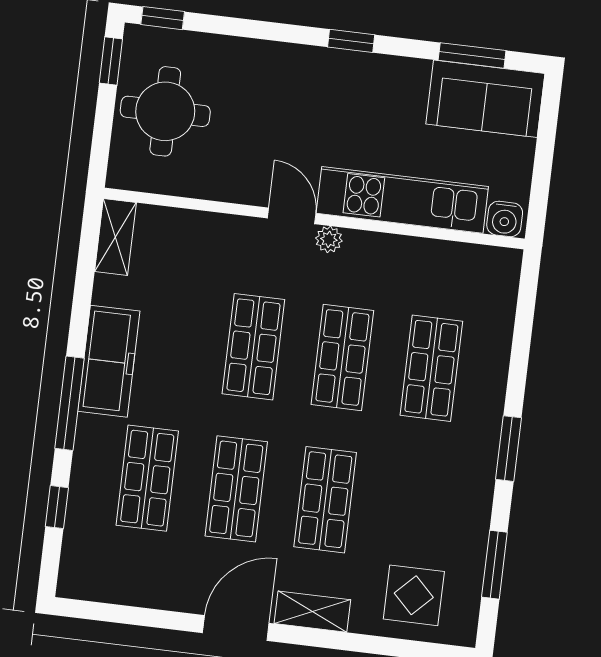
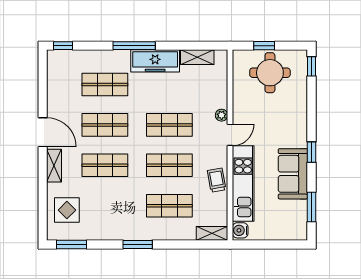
window: (111, 61) -> (264, 46), moved
sofa: (485, 99) -> (293, 174), moved
shelving: (115, 237) -> (197, 57), moved
plant: (329, 239) -> (222, 115), moved
trolley: (388, 257) -> (217, 180), added
shelving: (504, 282) -> (212, 233), added
window: (57, 507) -> (63, 46), moved
window: (494, 565) -> (72, 245), moved

